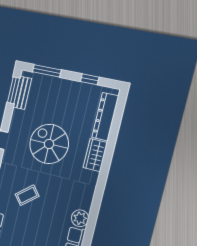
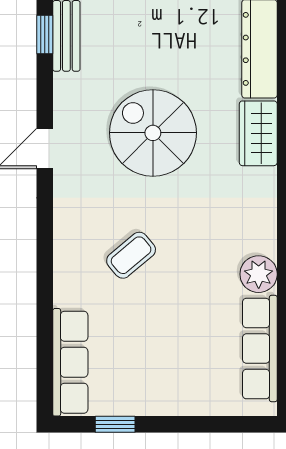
window: (13, 90) -> (45, 35), width x0.67

